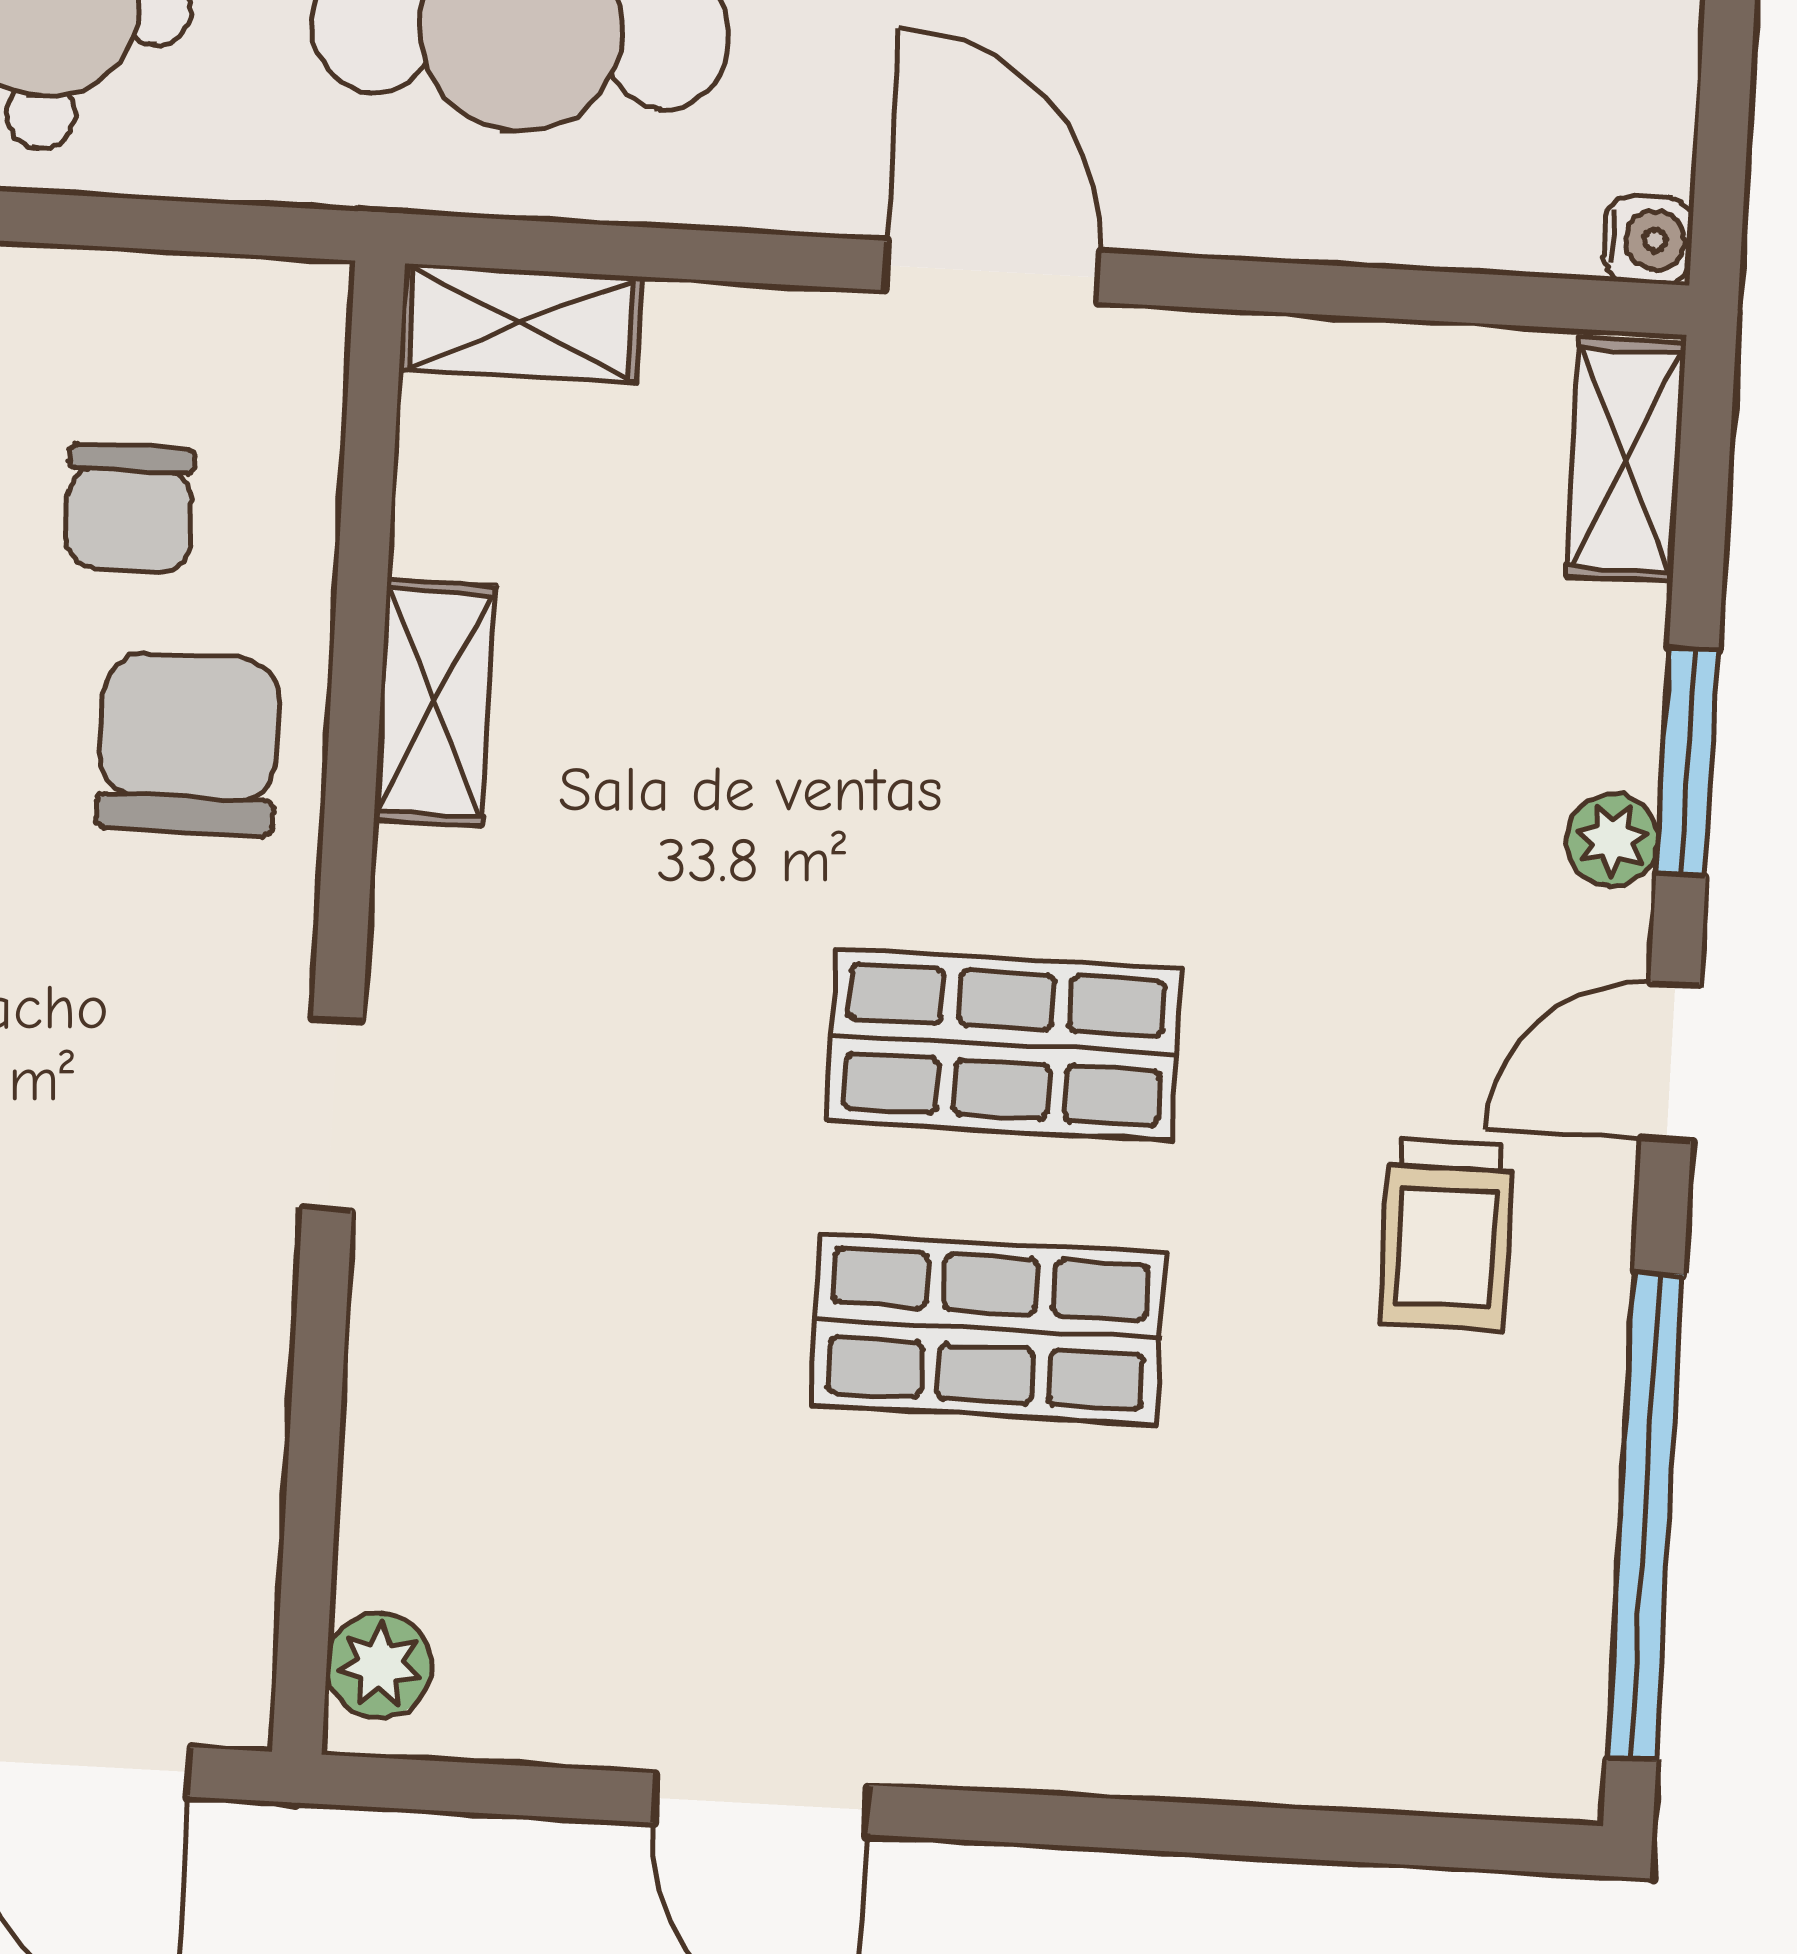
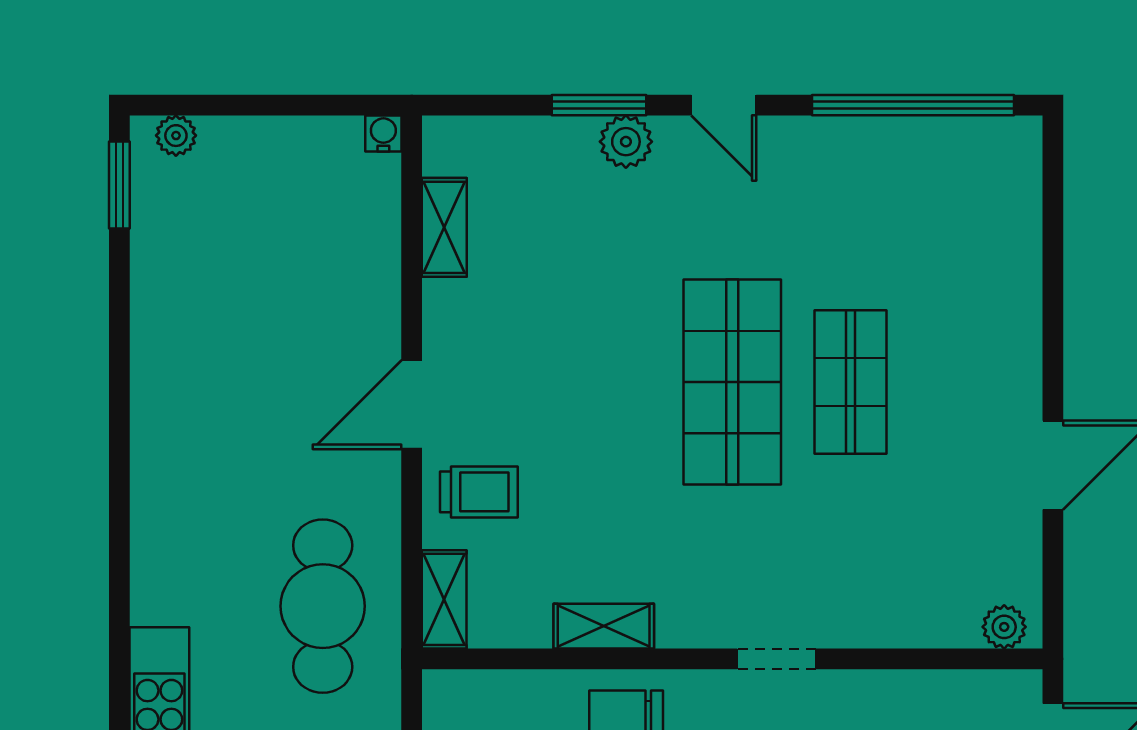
shelving: (1626, 460) -> (444, 227), moved, turned 90
plant: (1612, 840) -> (626, 142), width x1.38, depth x1.38
shop shelf: (1004, 1045) -> (732, 382), width x1.43, depth x1.36
trolley: (1447, 1235) -> (479, 492), moved

